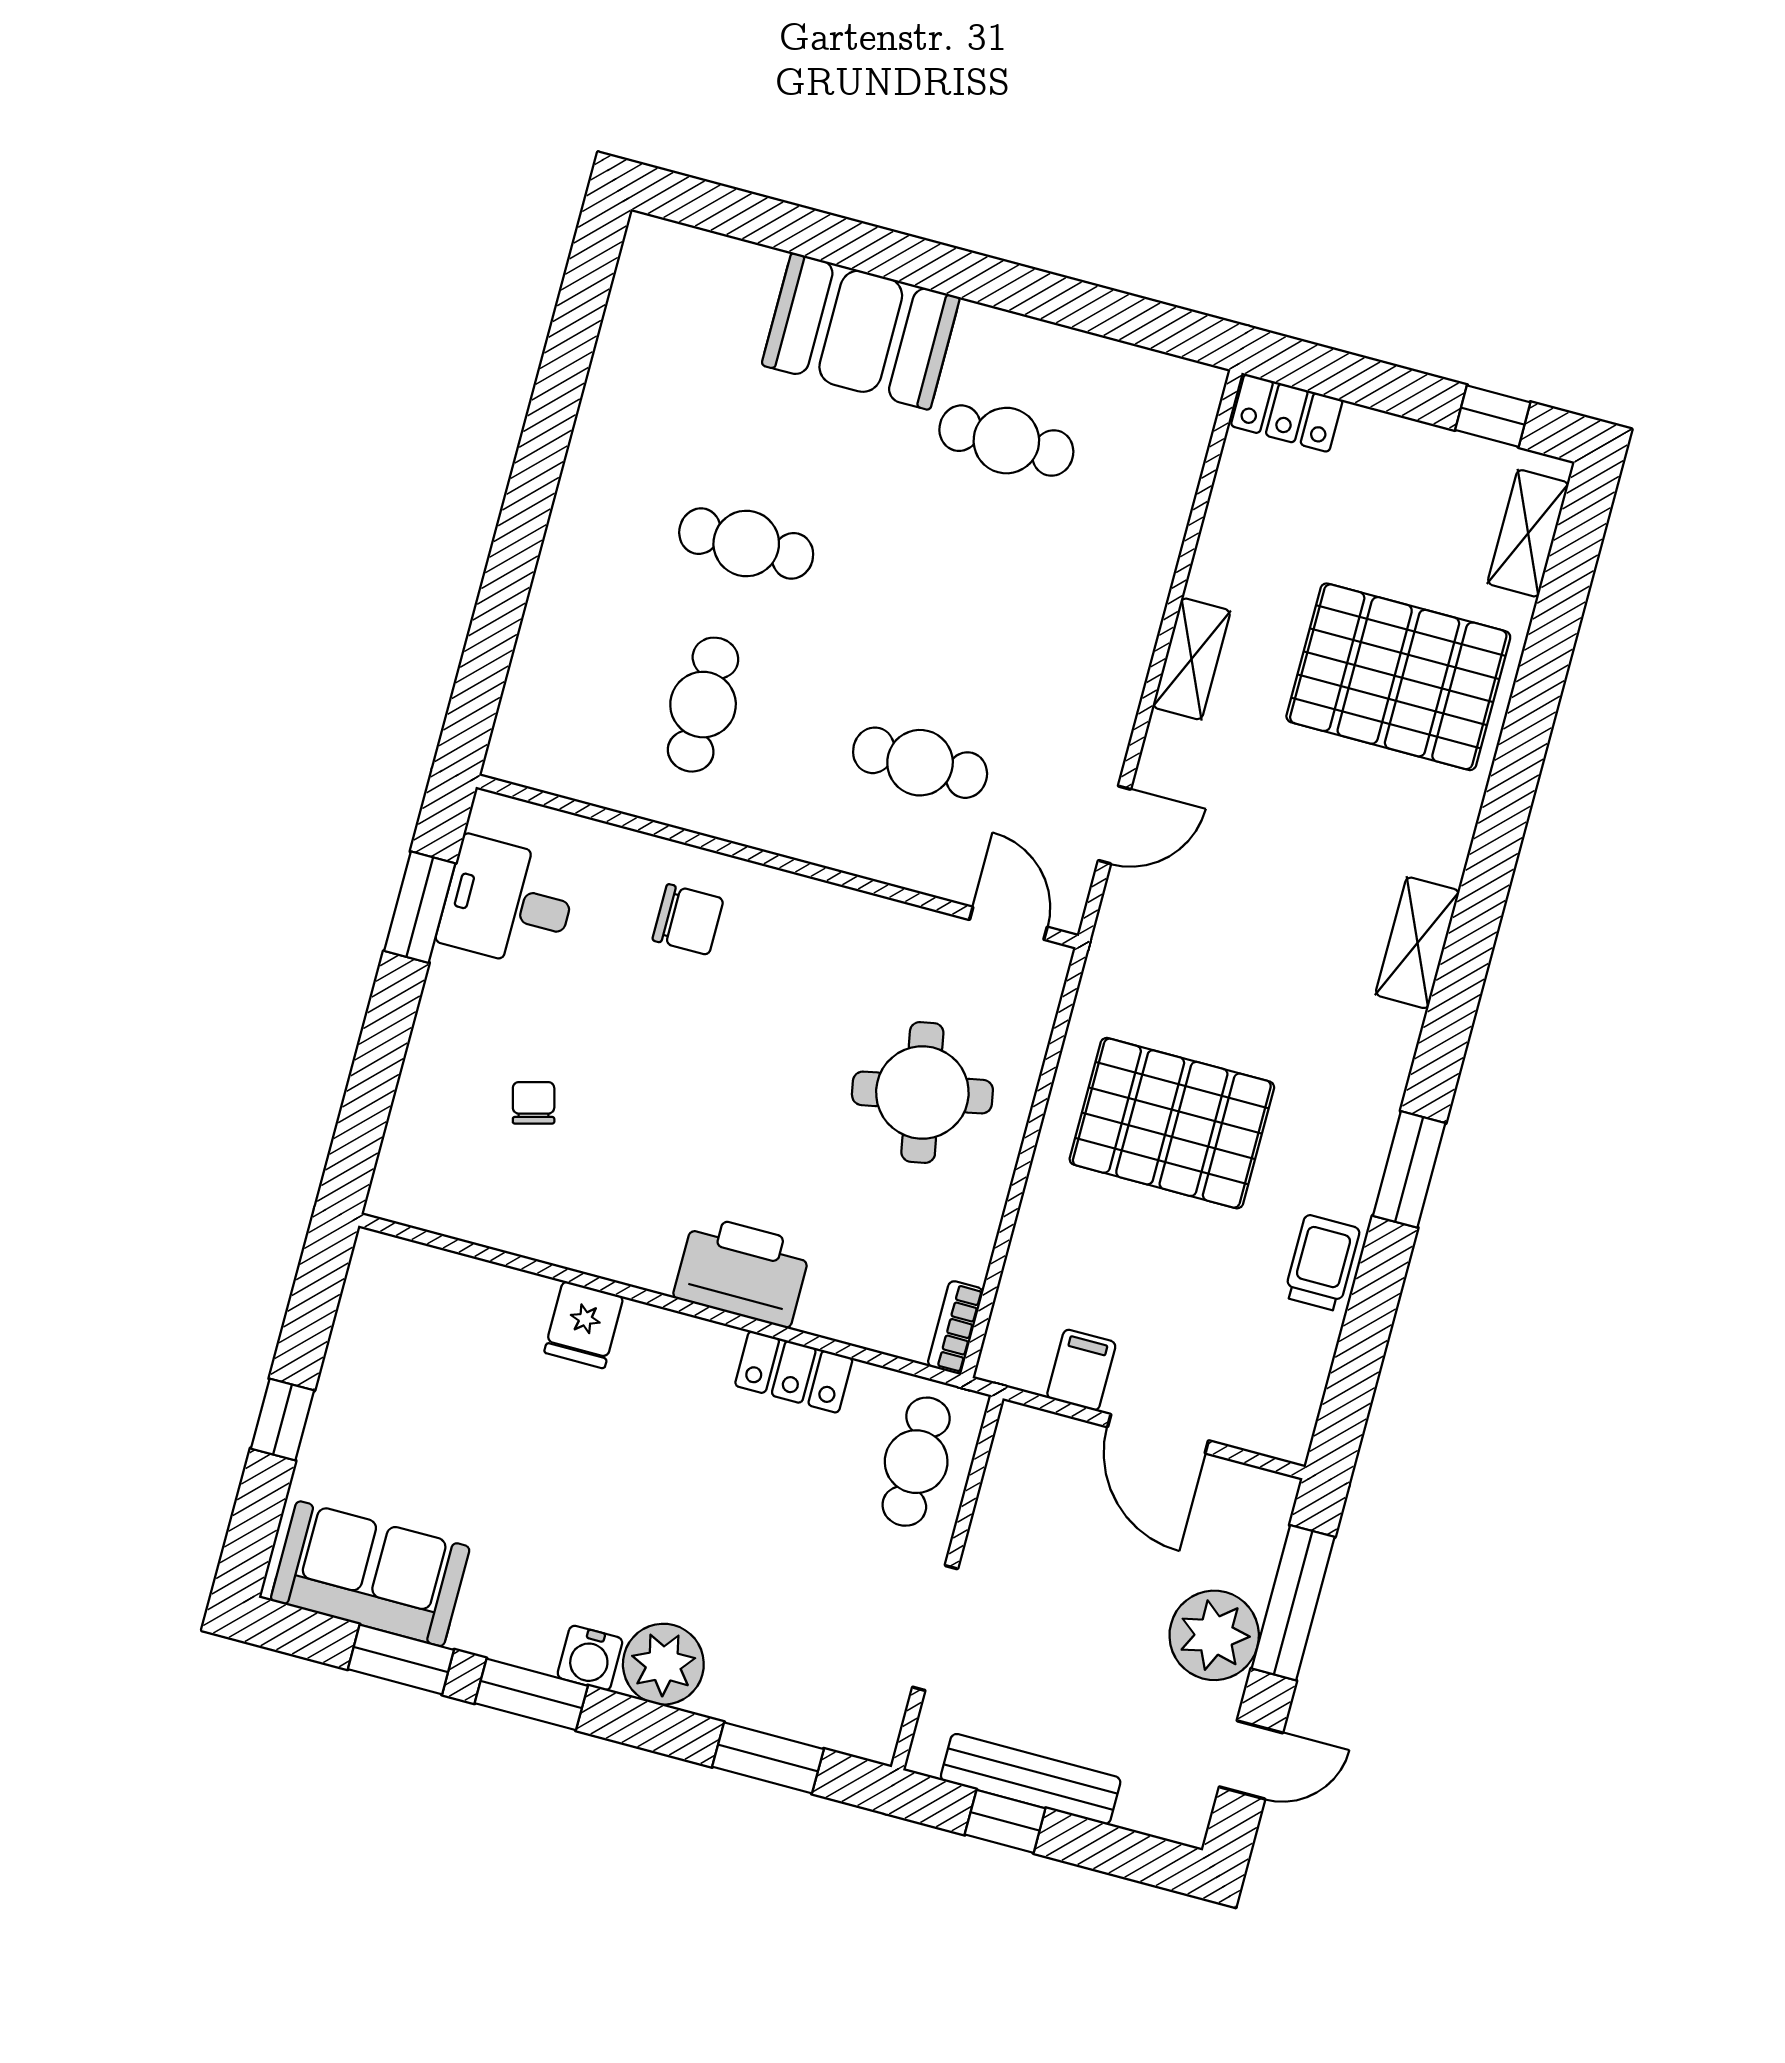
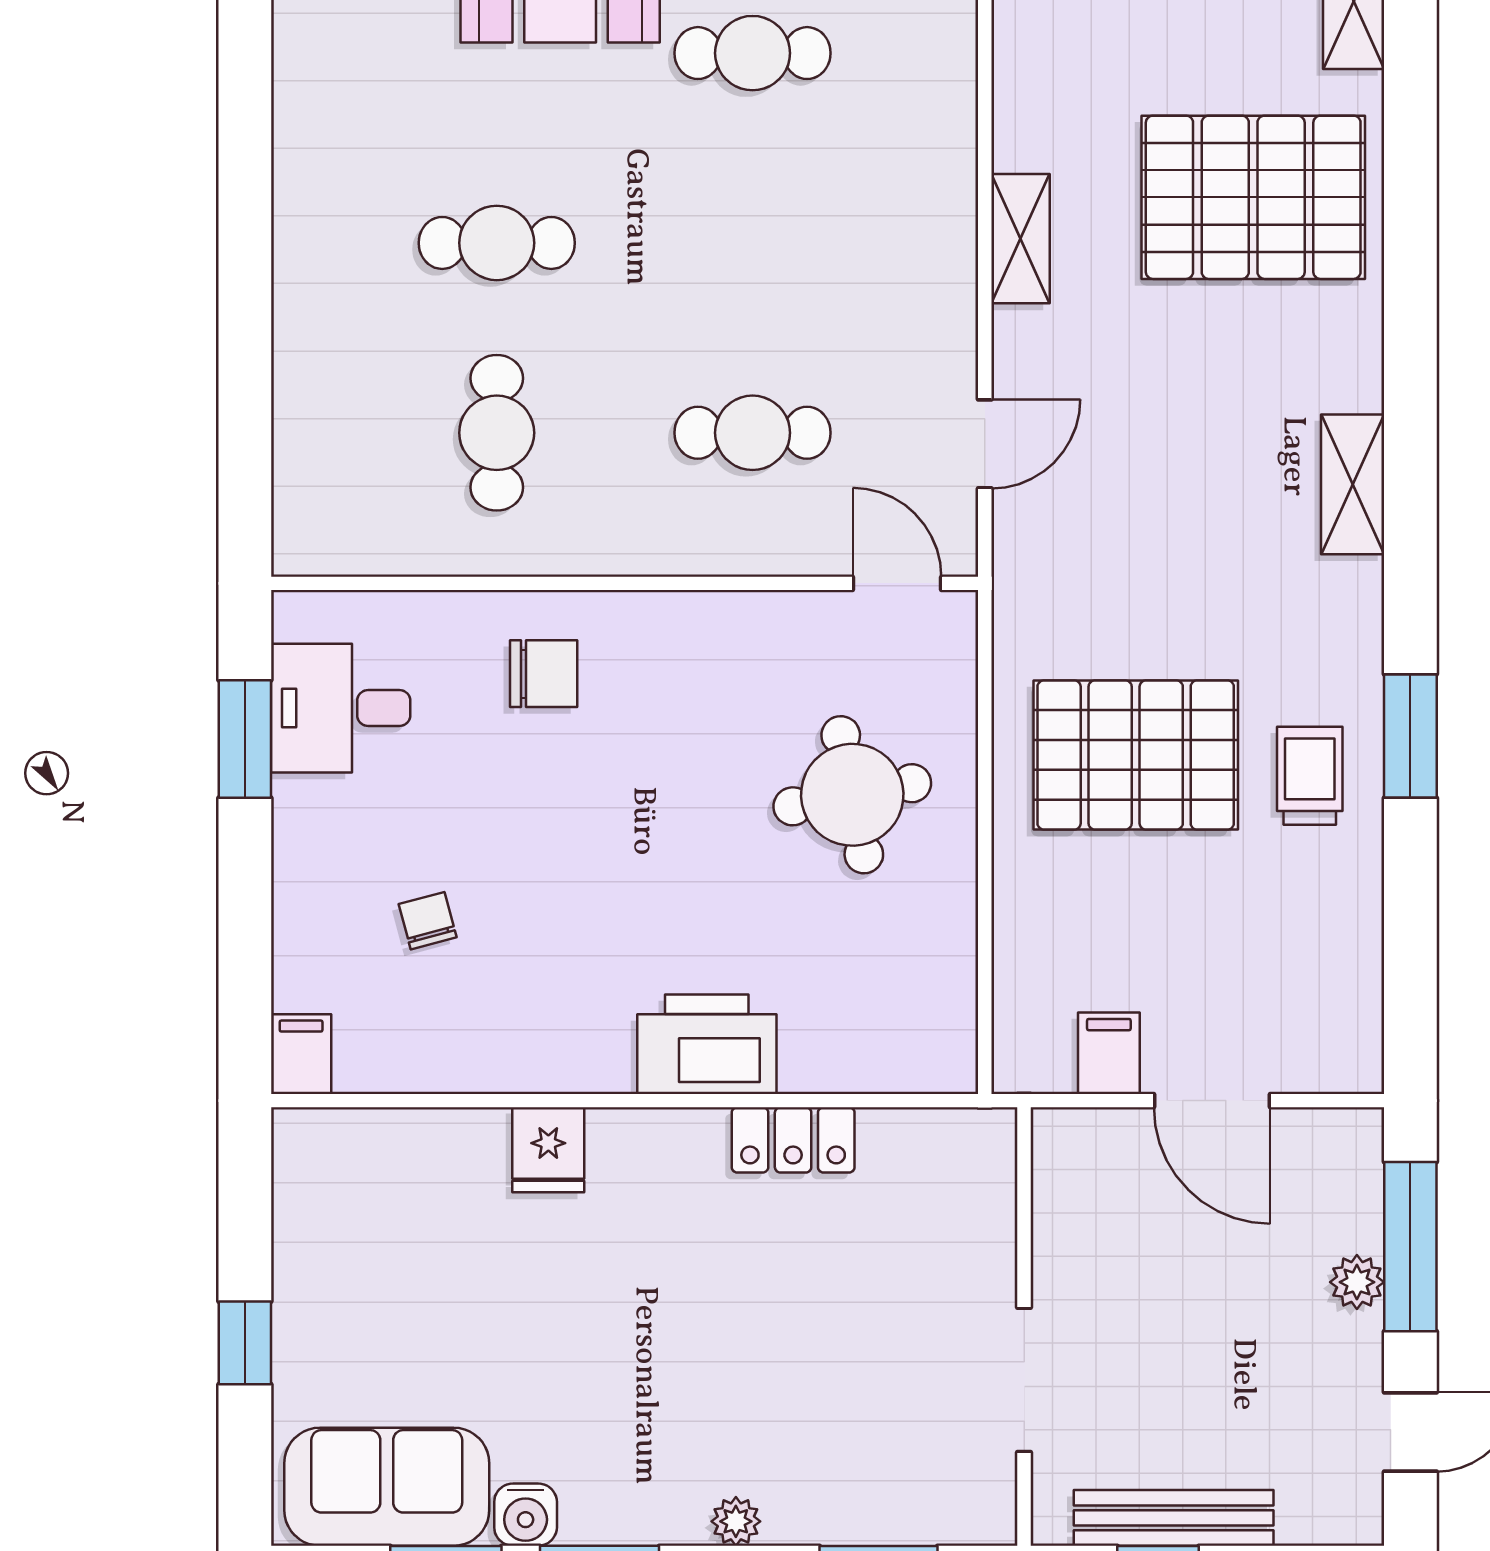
filing cabinet: (396, 1187) -> (301, 1054), added
trolley: (1322, 1263) -> (1310, 776), moved
bookcase: (955, 1327) -> (958, 1043), removed
cafe table: (916, 1462) -> (954, 1203), removed
plant: (1214, 1635) -> (1357, 1282), width x0.53, depth x0.53
water cooler: (590, 1658) -> (526, 1515), moved
plant: (663, 1664) -> (736, 1521), width x0.53, depth x0.53

